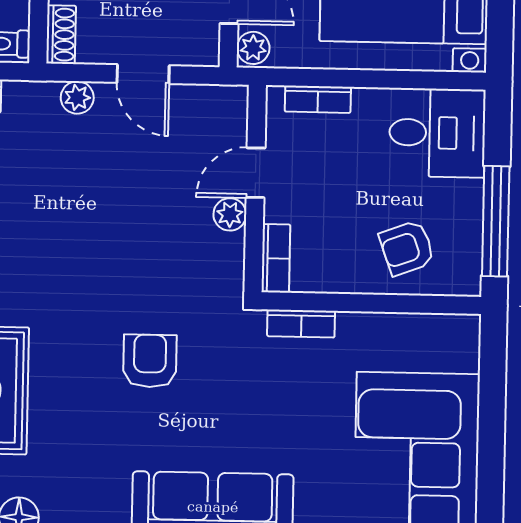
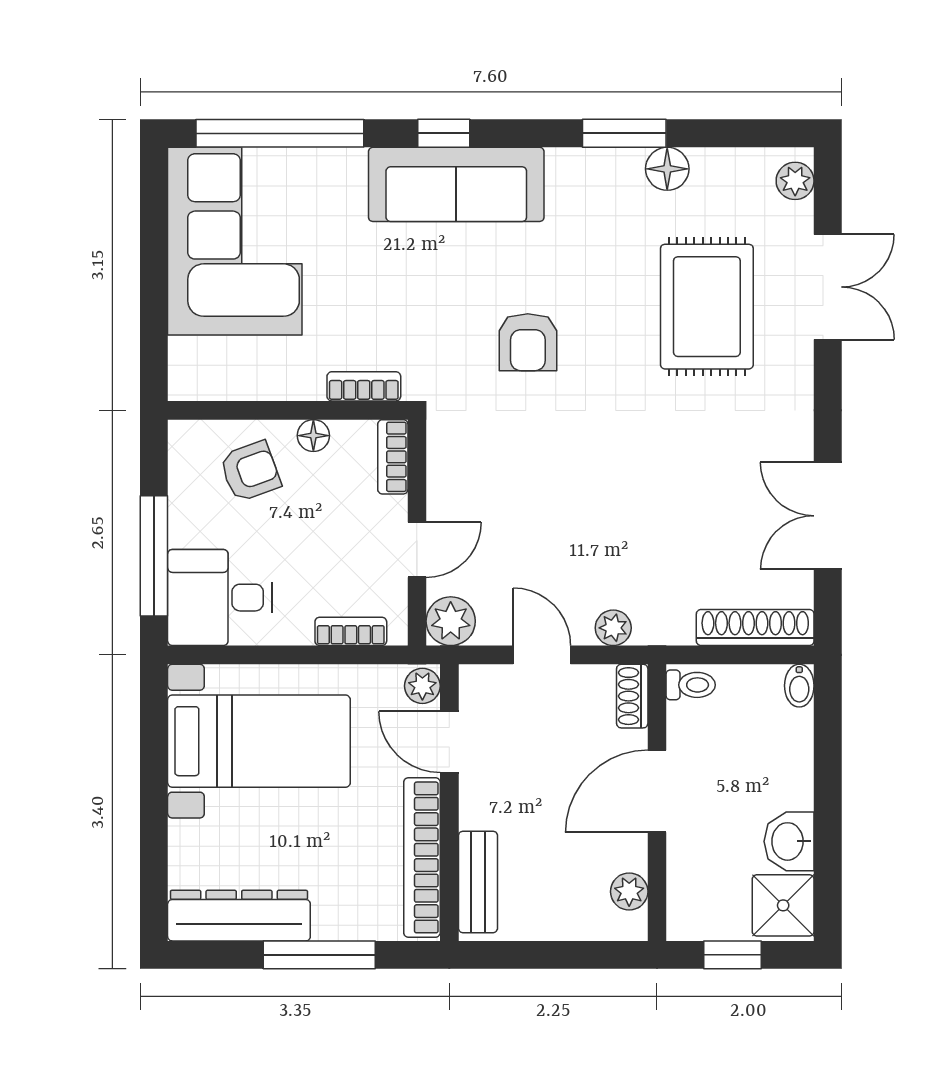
plant: (230, 214) -> (451, 621), moved, width x1.38, depth x1.38
window: (496, 221) -> (154, 556), moved
floor lamp: (348, 279) -> (313, 436), added

